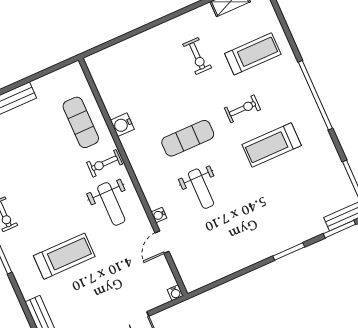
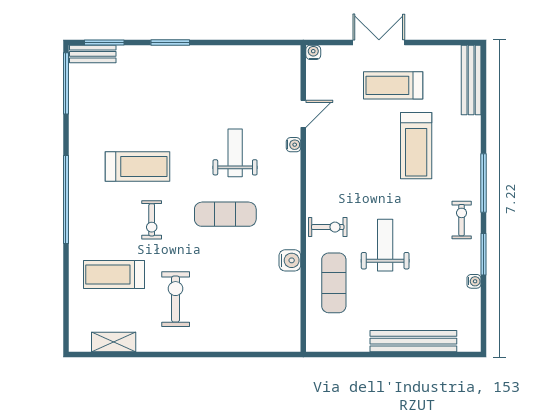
exercise bike: (197, 56) -> (176, 299), width x1.38, depth x1.39
exercise bike: (242, 109) -> (152, 220), turned -90
weight bench: (111, 204) -> (385, 245), moved
treadmill: (64, 256) -> (416, 146), turned -90
treadmill: (102, 295) -> (393, 85), added

